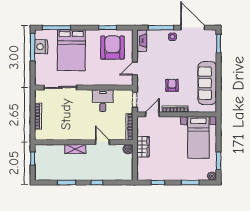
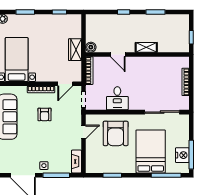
armchair: (112, 48) -> (116, 133), moved

